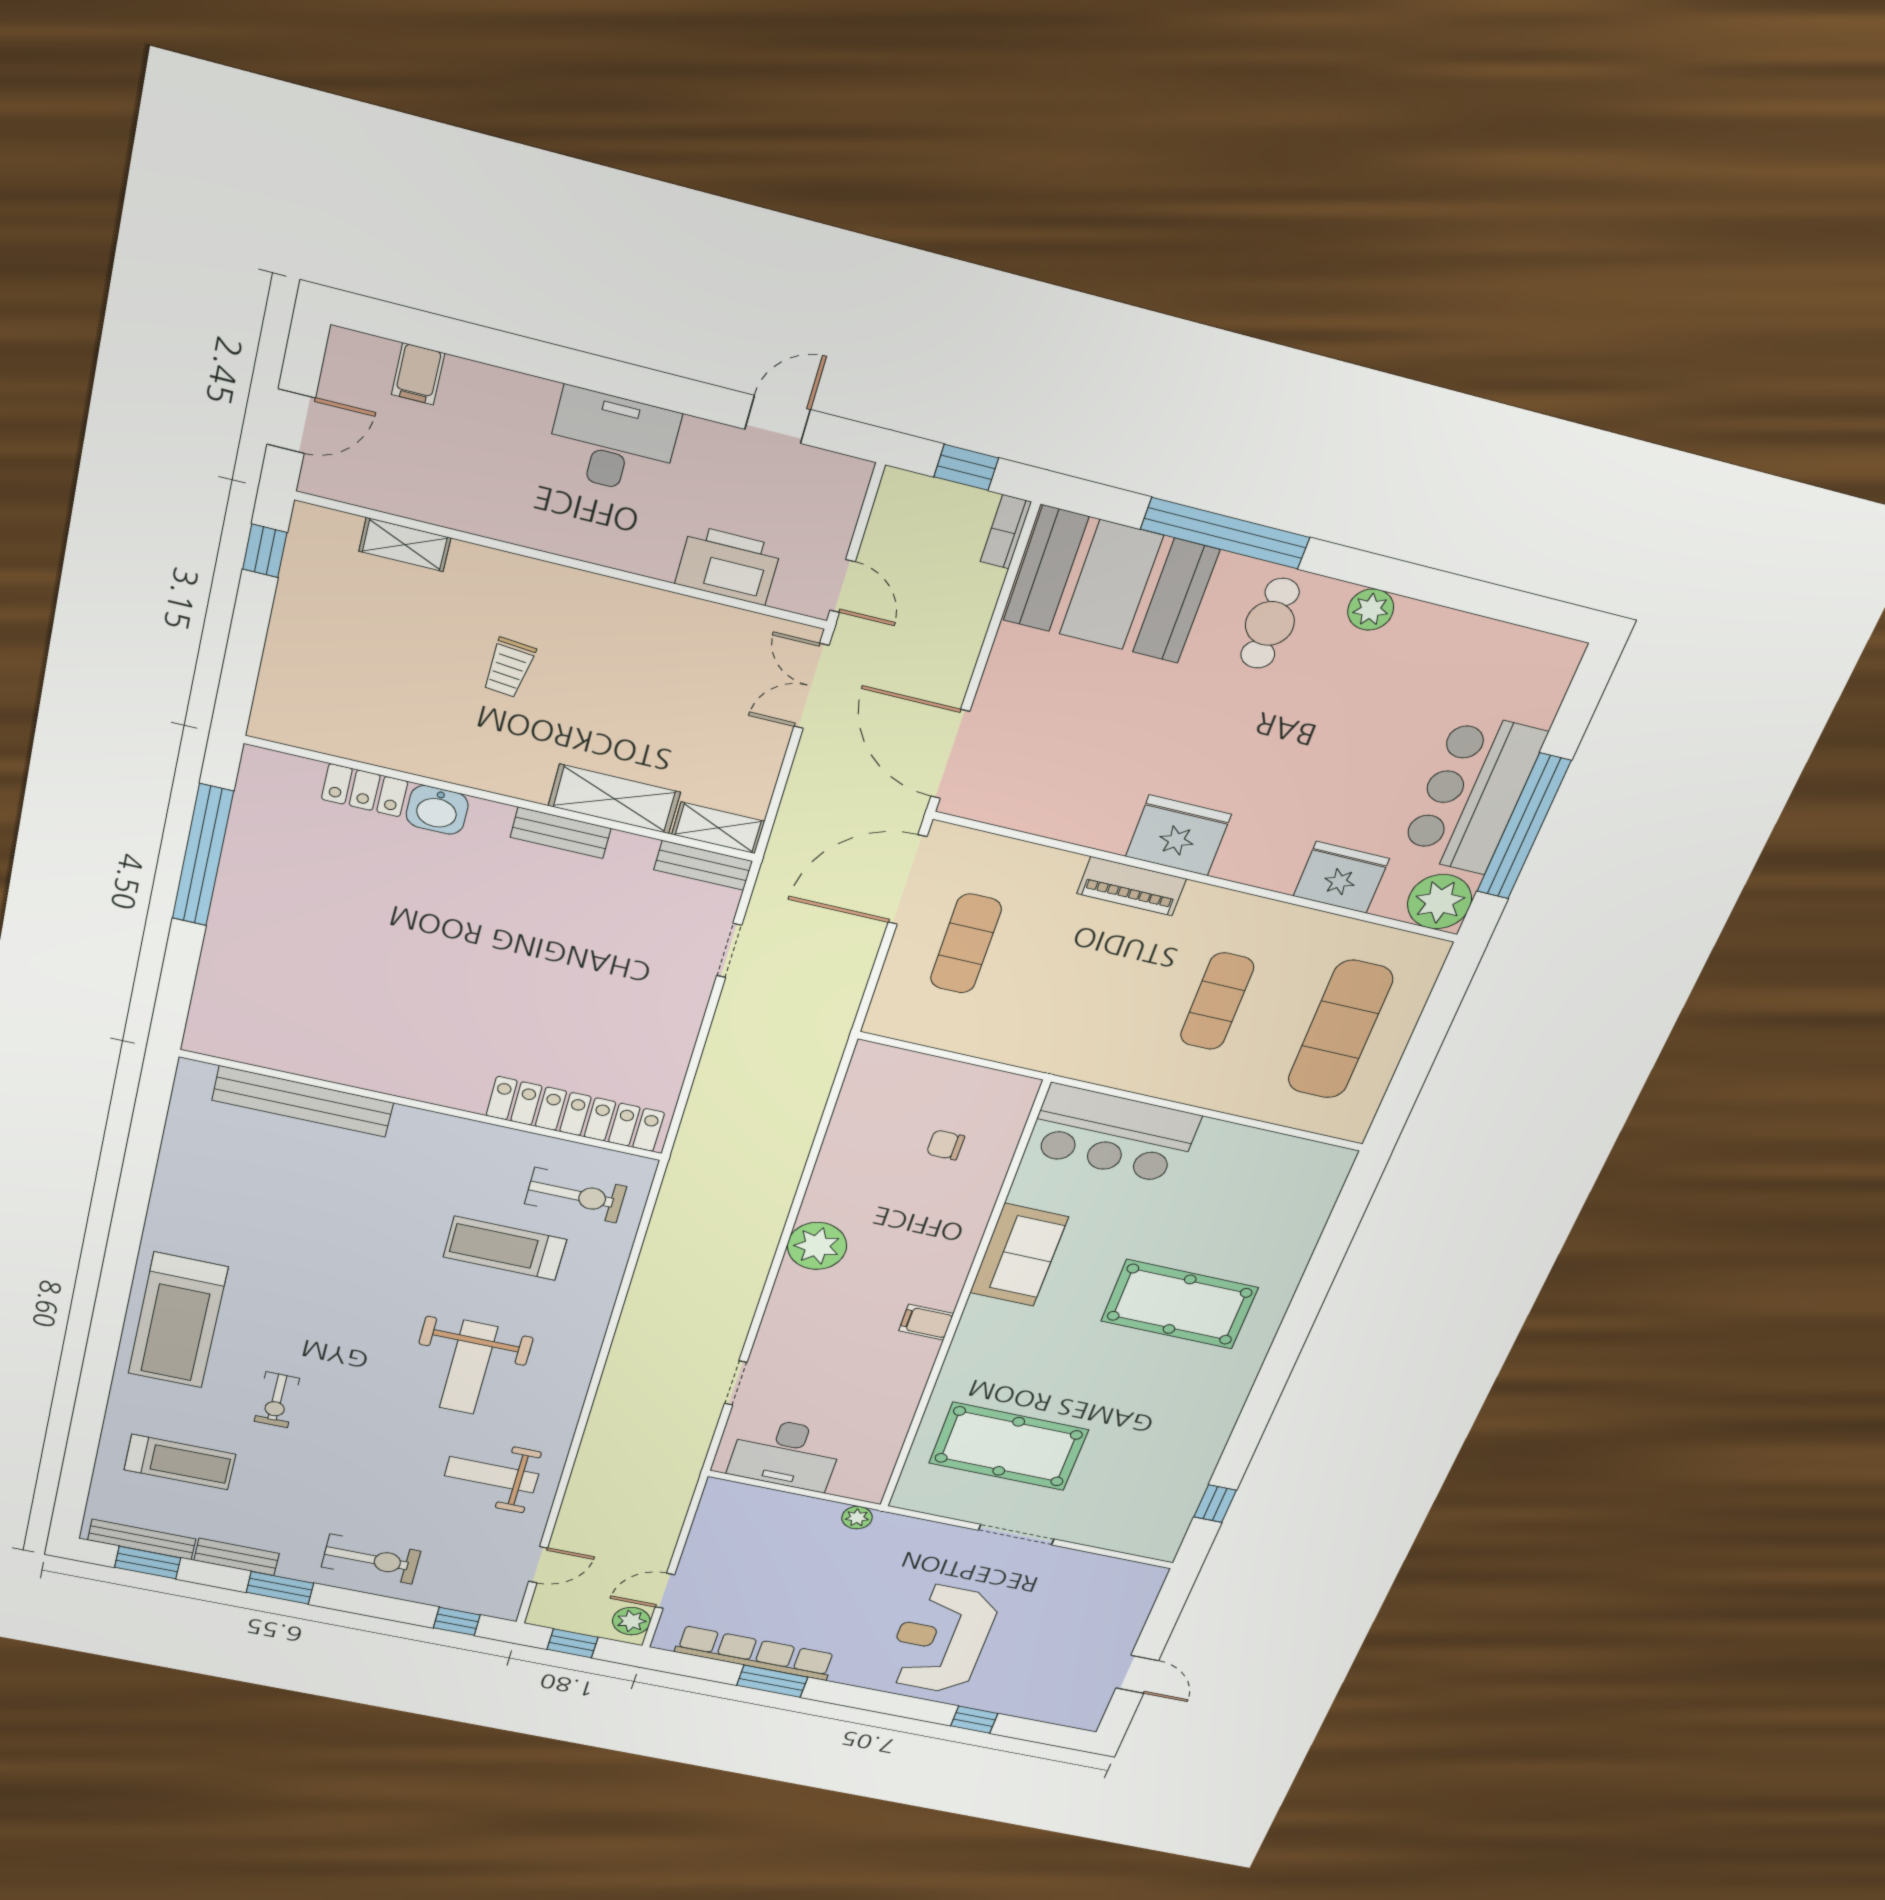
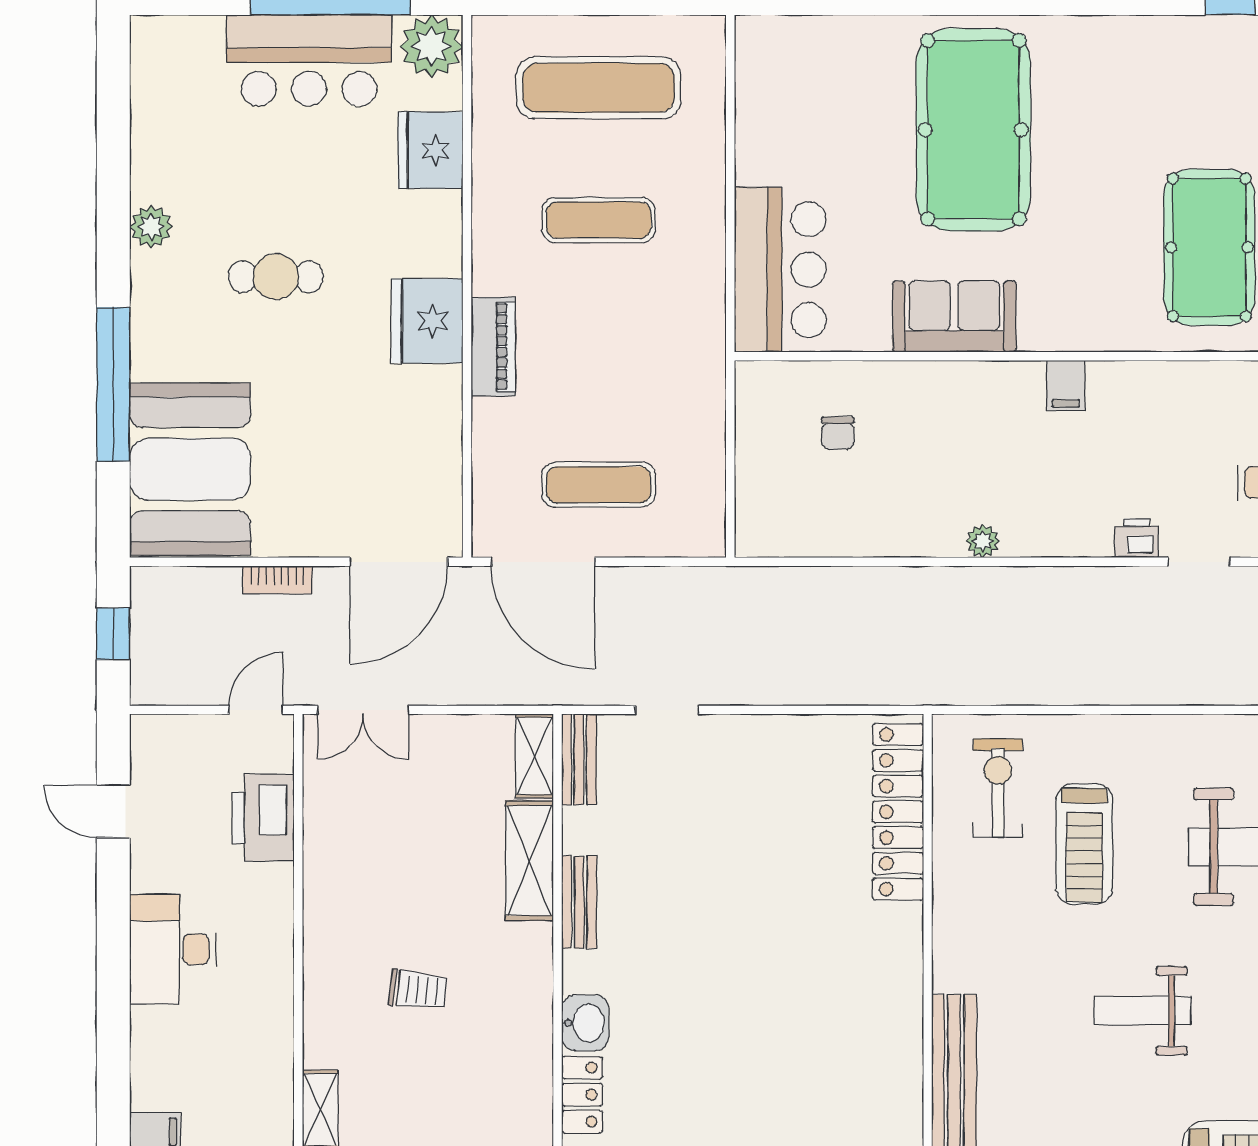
bookcase: (1006, 532) -> (277, 580), moved
cafe table: (1270, 623) -> (276, 277), moved
plant: (817, 1246) -> (983, 541), width x0.53, depth x0.53
weight bench: (338, 1259) -> (1142, 1011), added
pool table: (1180, 1304) -> (973, 130), width x1.36, depth x1.32
printer: (772, 1344) -> (1136, 538), added

